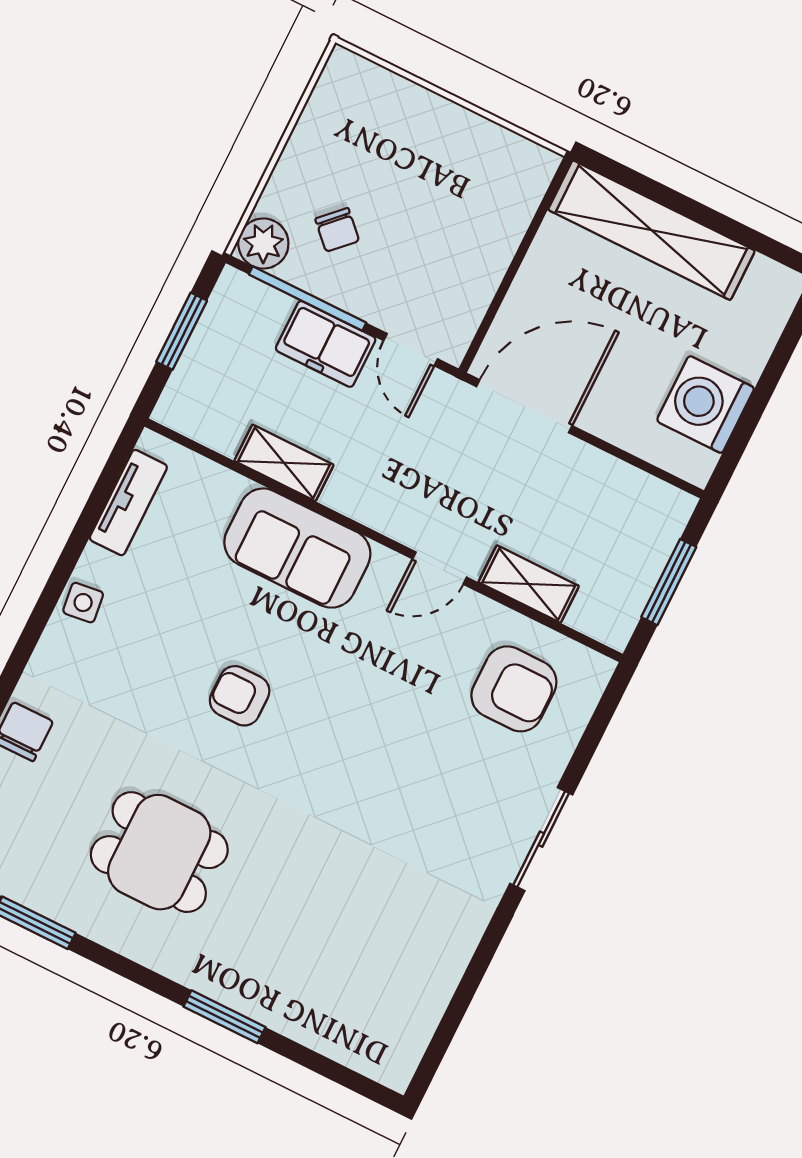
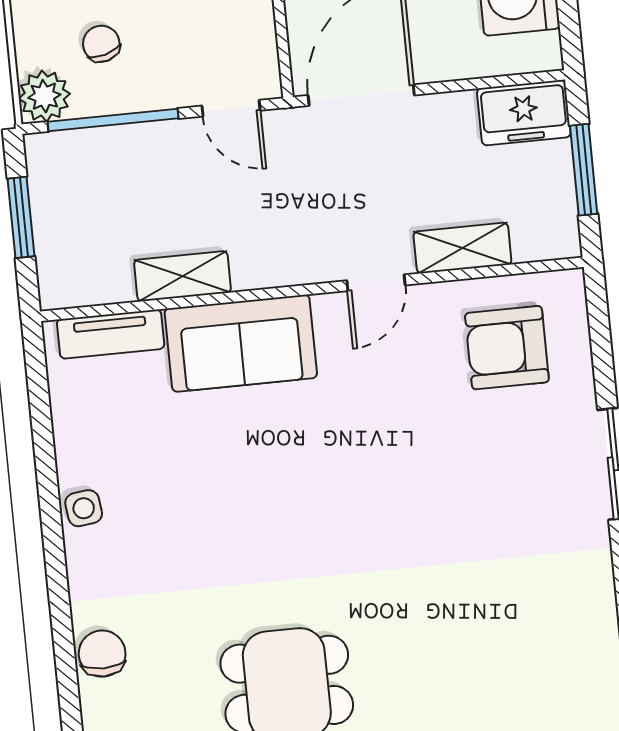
chair: (337, 230) -> (101, 44), turned -151
freezer: (326, 344) -> (524, 113), moved
tv unit: (128, 503) -> (111, 334), moved, turned 90
armchair: (514, 689) -> (507, 348), turned 180
armchair: (240, 696) -> (271, 504), removed

